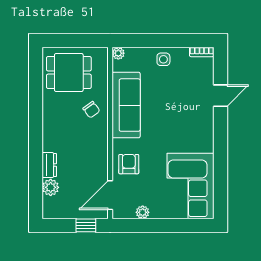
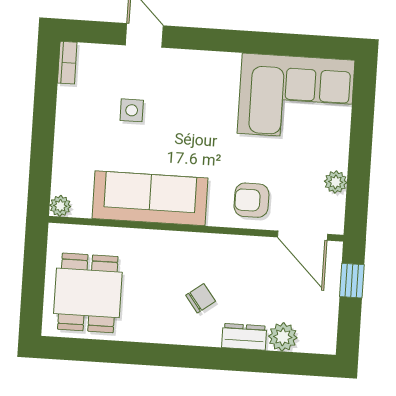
side table: (163, 59) -> (132, 110), moved
chair: (91, 110) -> (201, 298), moved

